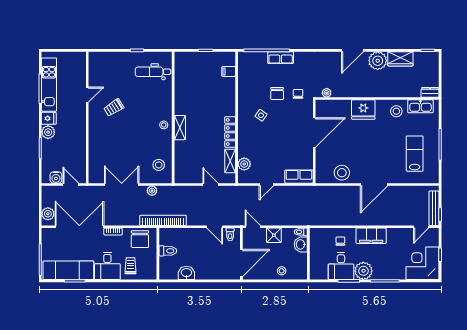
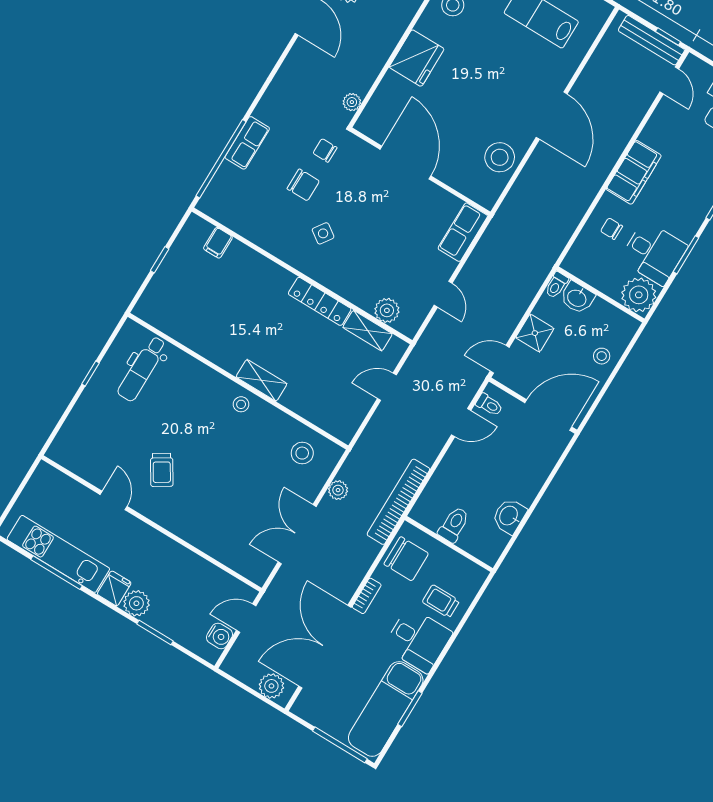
door: (241, 263) -> (548, 415), hinge flipped
plant: (363, 271) -> (639, 295), moved

